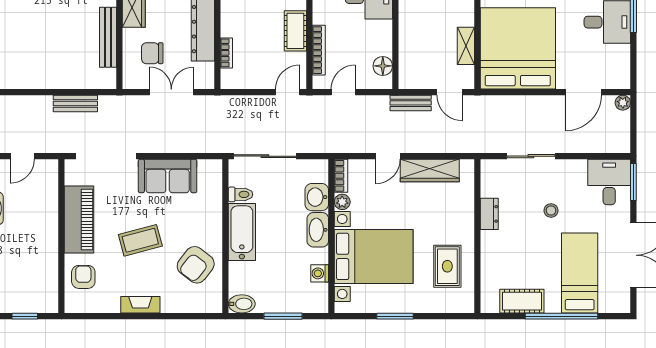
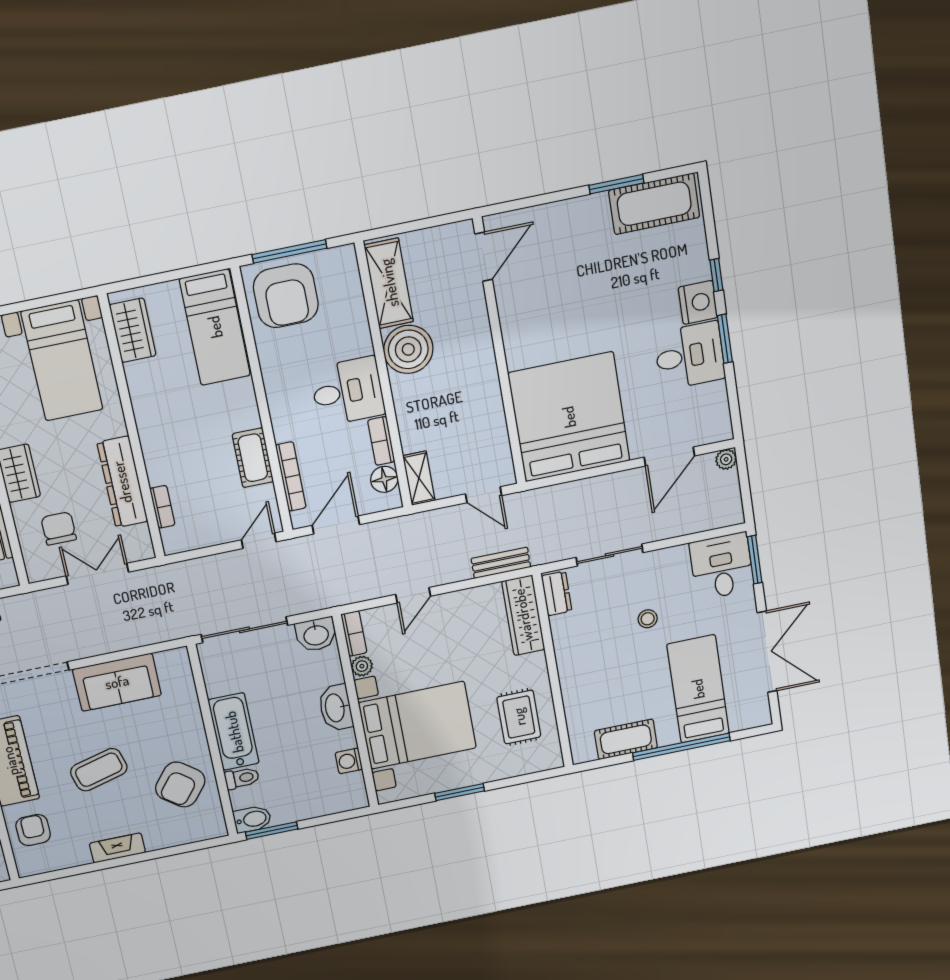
bookcase: (386, 38) -> (381, 441), added
shelving: (466, 46) -> (419, 478), moved
chair: (152, 53) -> (59, 528), turned 90
door: (343, 92) -> (336, 525), width x1.38
bench: (411, 103) -> (501, 563), moved
wardrobe: (430, 170) -> (523, 615), moved, turned 90
toilet: (241, 194) -> (242, 778), moved
washbasin: (317, 197) -> (316, 635), moved, turned -90
dresser: (489, 214) -> (557, 593), moved
window: (283, 316) -> (272, 831), moved

